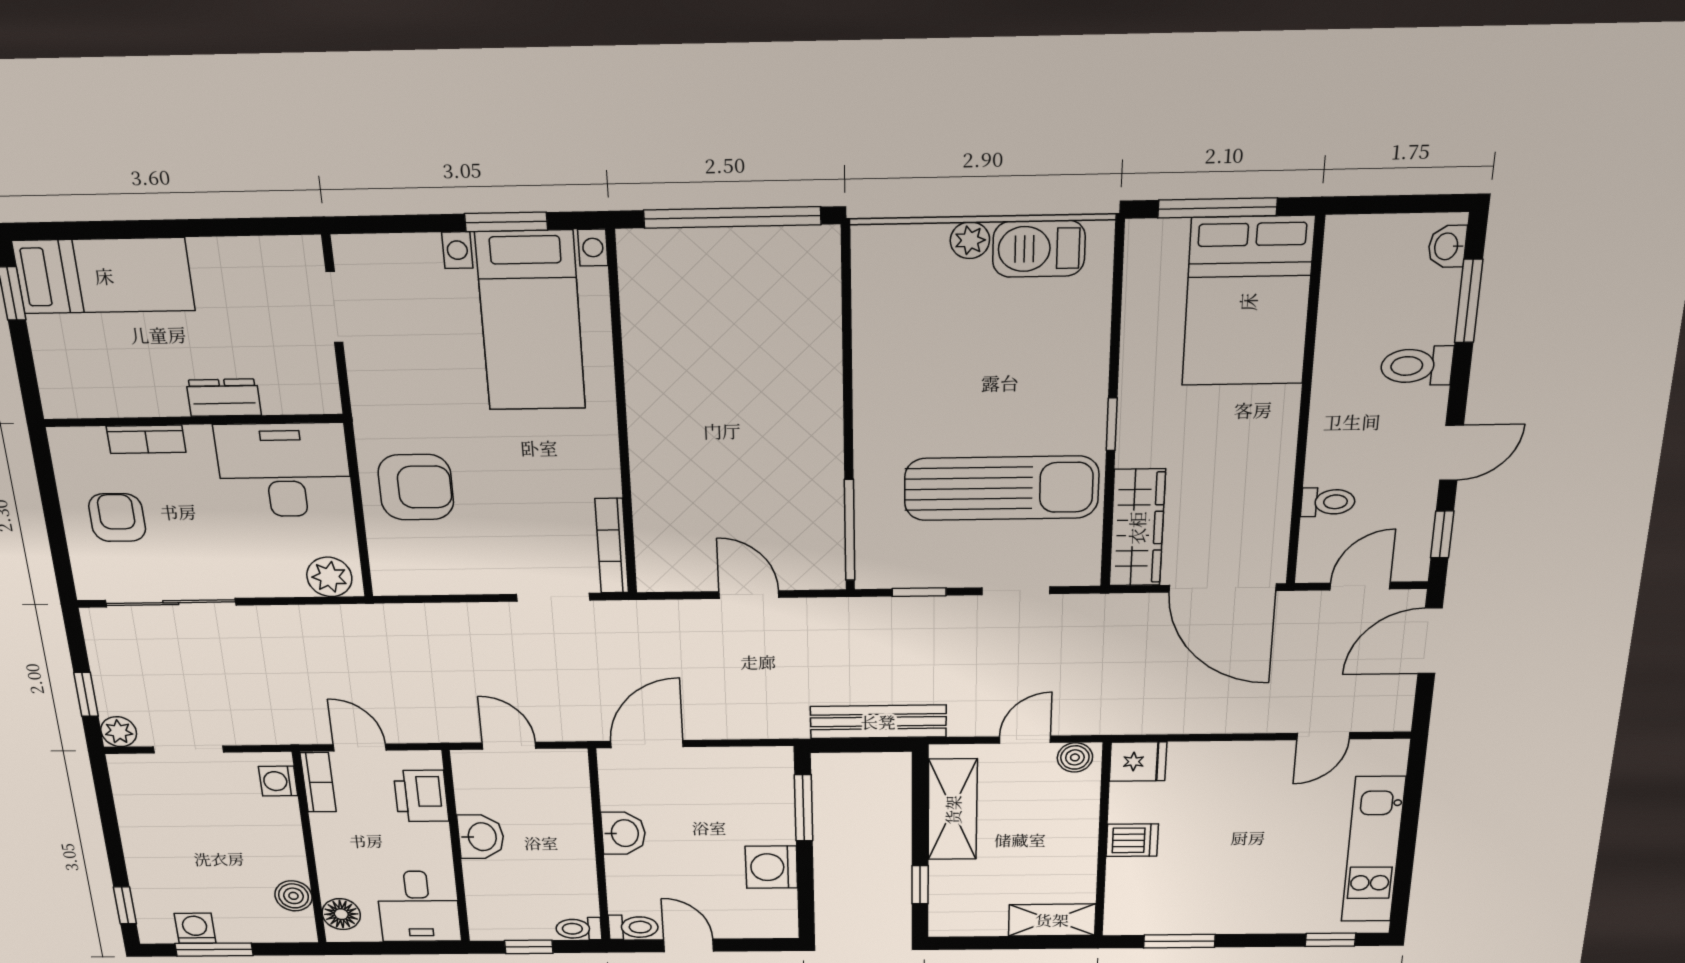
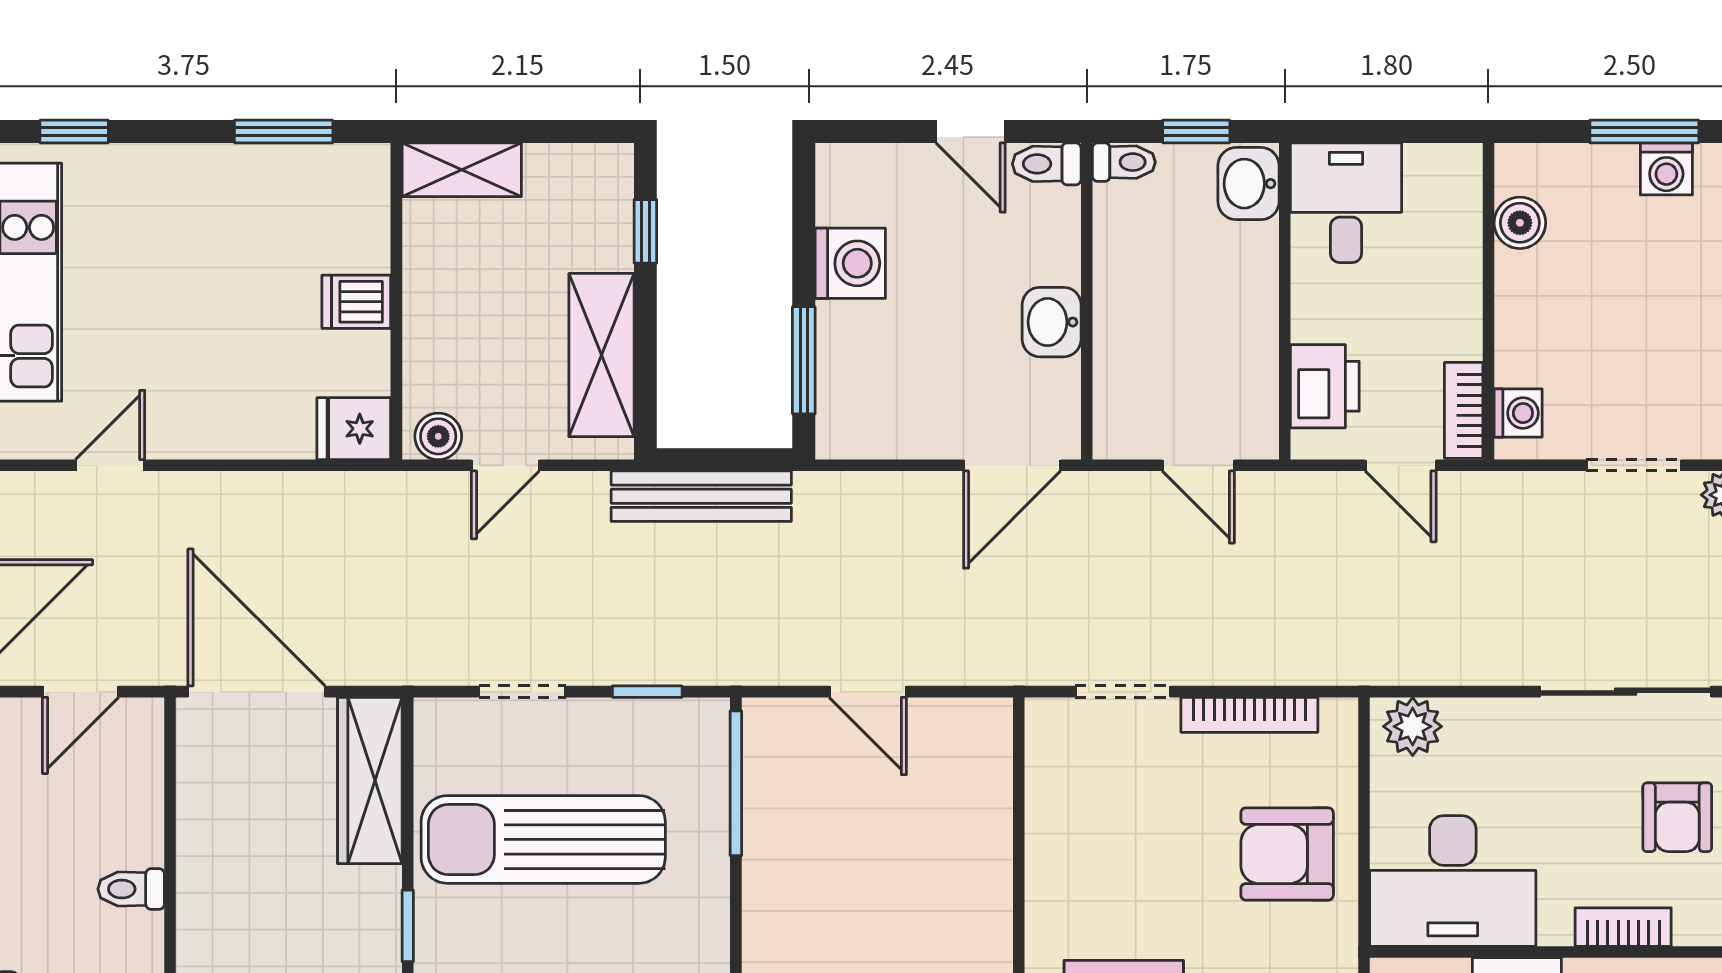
toilet: (1328, 502) -> (131, 889), moved
bookcase: (612, 546) -> (1249, 715), moved, turned 90
washbasin: (481, 837) -> (1249, 184), moved
floor lamp: (341, 914) -> (1456, 191), removed

